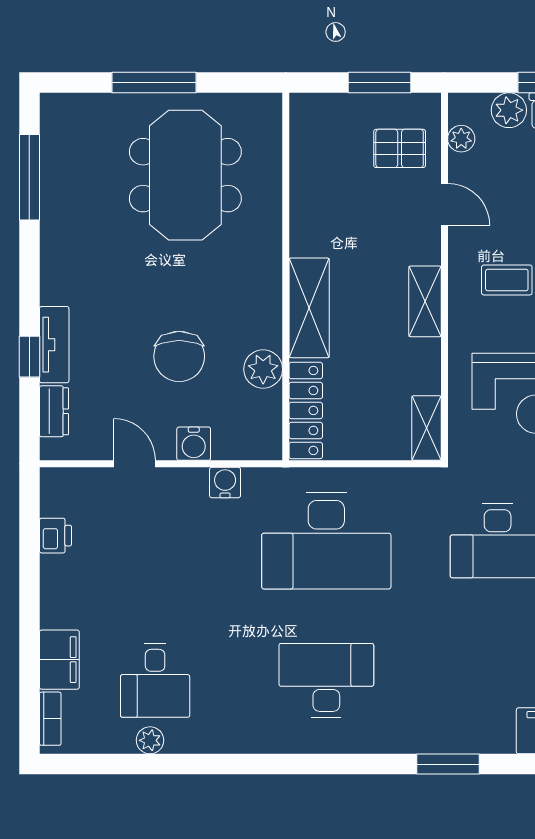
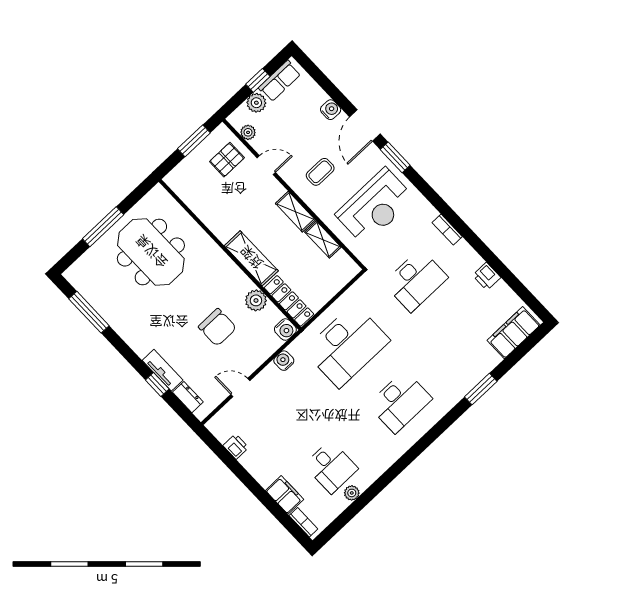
shelving: (426, 428) -> (323, 240), moved
water cooler: (194, 444) -> (285, 330), moved
desk: (326, 680) -> (400, 402), turned 180

